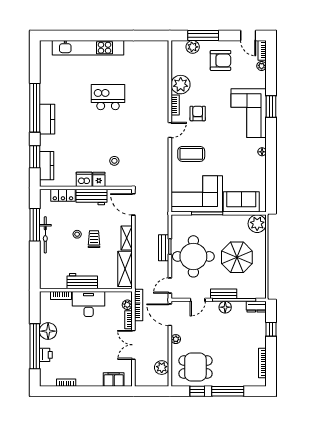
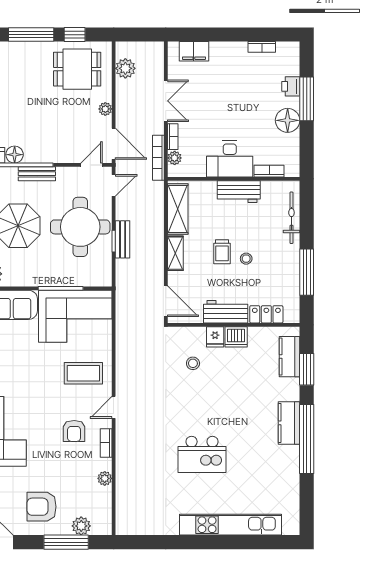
plant: (181, 85) -> (105, 478), width x0.53, depth x0.53
bicycle: (45, 235) -> (291, 218), moved
door: (198, 300) -> (91, 165), moved
floor lamp: (225, 307) -> (15, 155), moved
window: (35, 346) -> (307, 99), width x0.68

